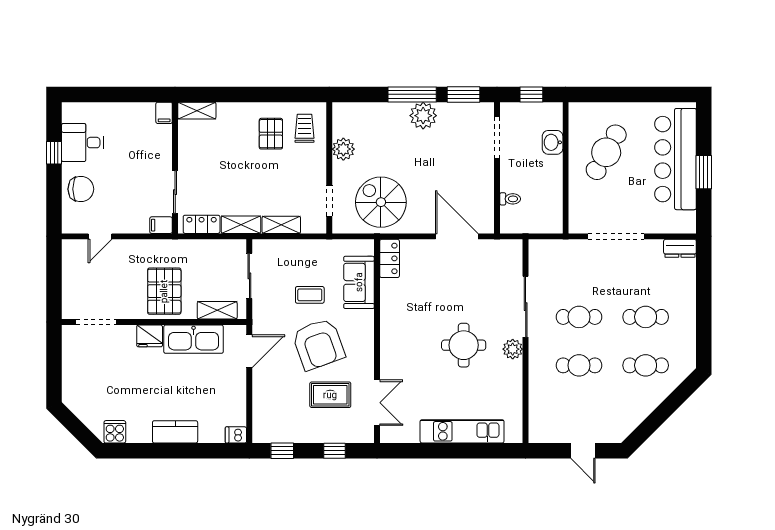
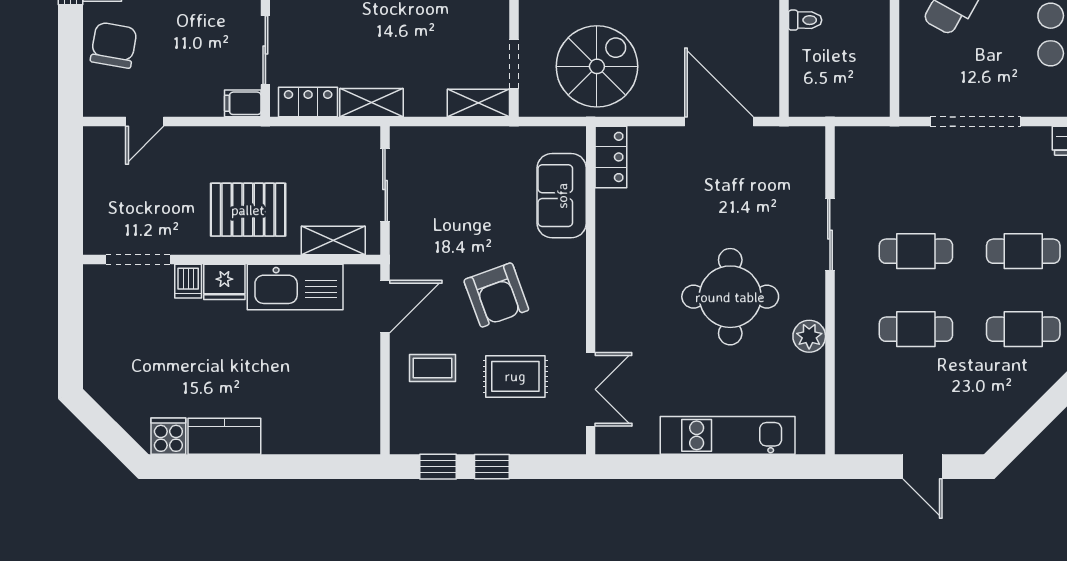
chair: (81, 189) -> (114, 45), turned -80
toilet: (510, 199) -> (805, 20), moved
spiral stairs: (381, 202) -> (597, 66), turned 90
shelving: (281, 225) -> (478, 103), moved
pallet: (164, 291) -> (248, 210), turned 90
coffee table: (310, 295) -> (433, 368), moved
sliding door: (526, 307) -> (830, 235), width x0.73
armchair: (318, 344) -> (496, 295), width x0.73, depth x0.73
round table: (464, 345) -> (730, 297), width x1.36, depth x1.36
plant: (513, 349) -> (809, 336), moved
kitchen counter: (175, 432) -> (224, 436), moved
dishwasher: (236, 435) -> (188, 281), moved, turned -90
window: (335, 451) -> (492, 467), moved

